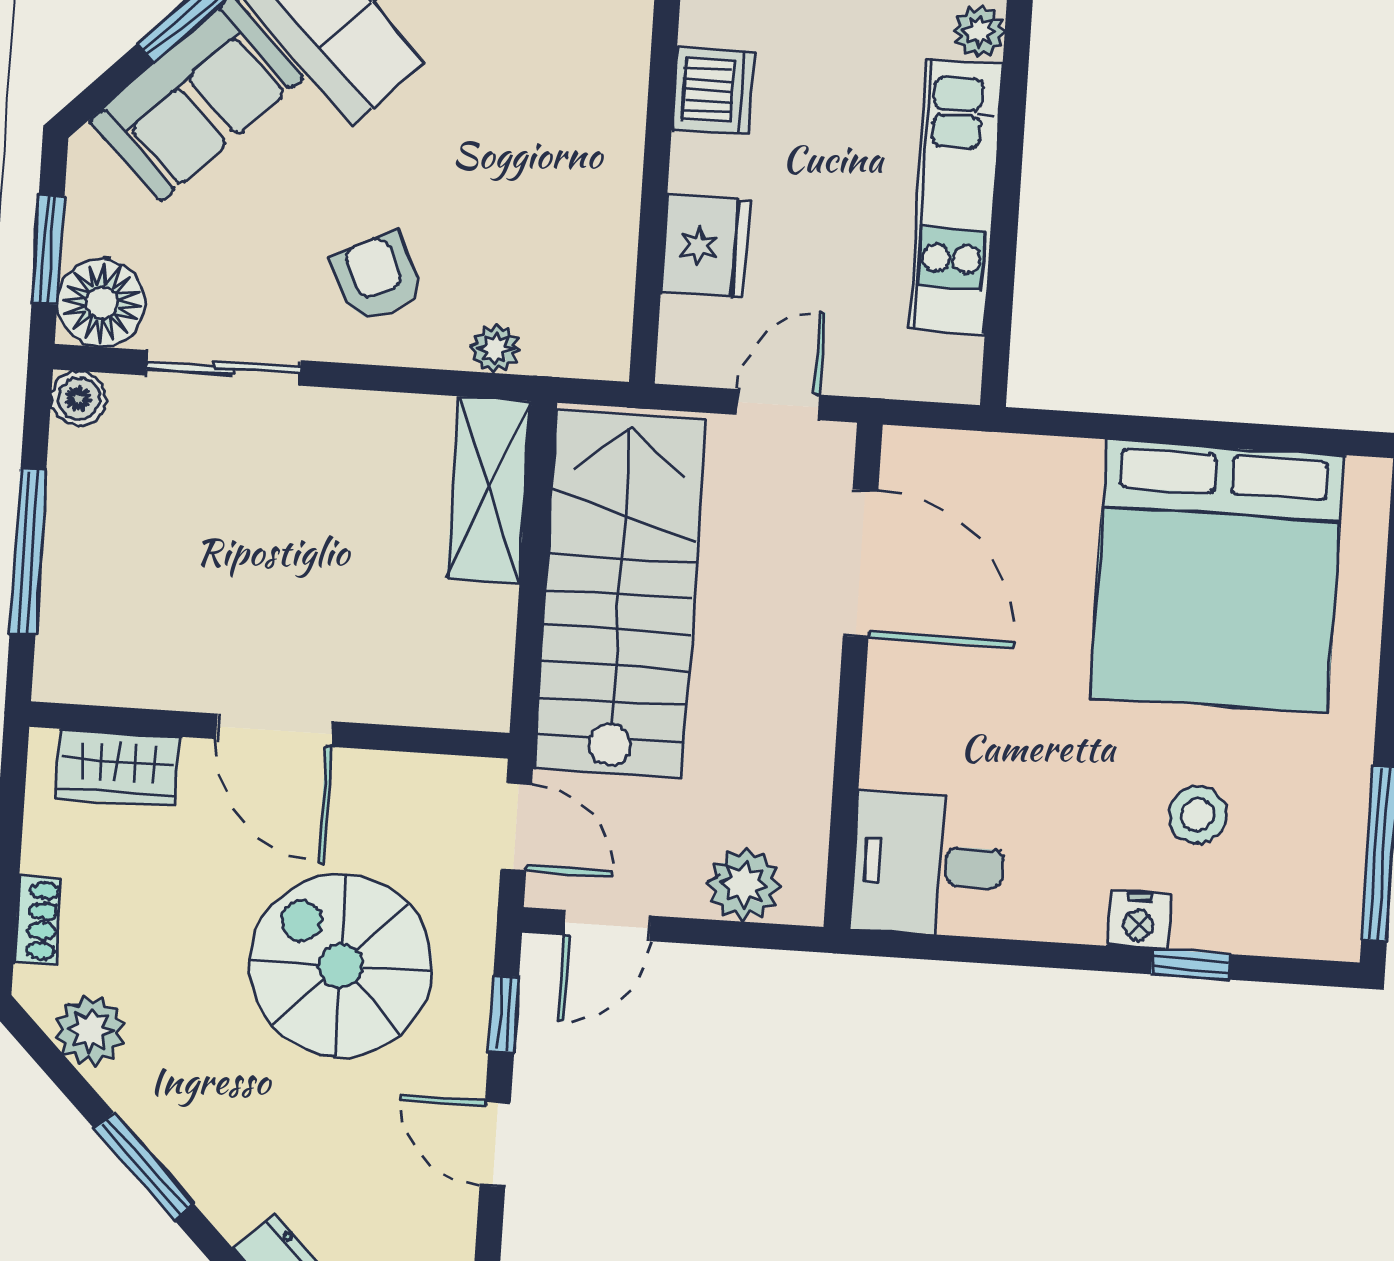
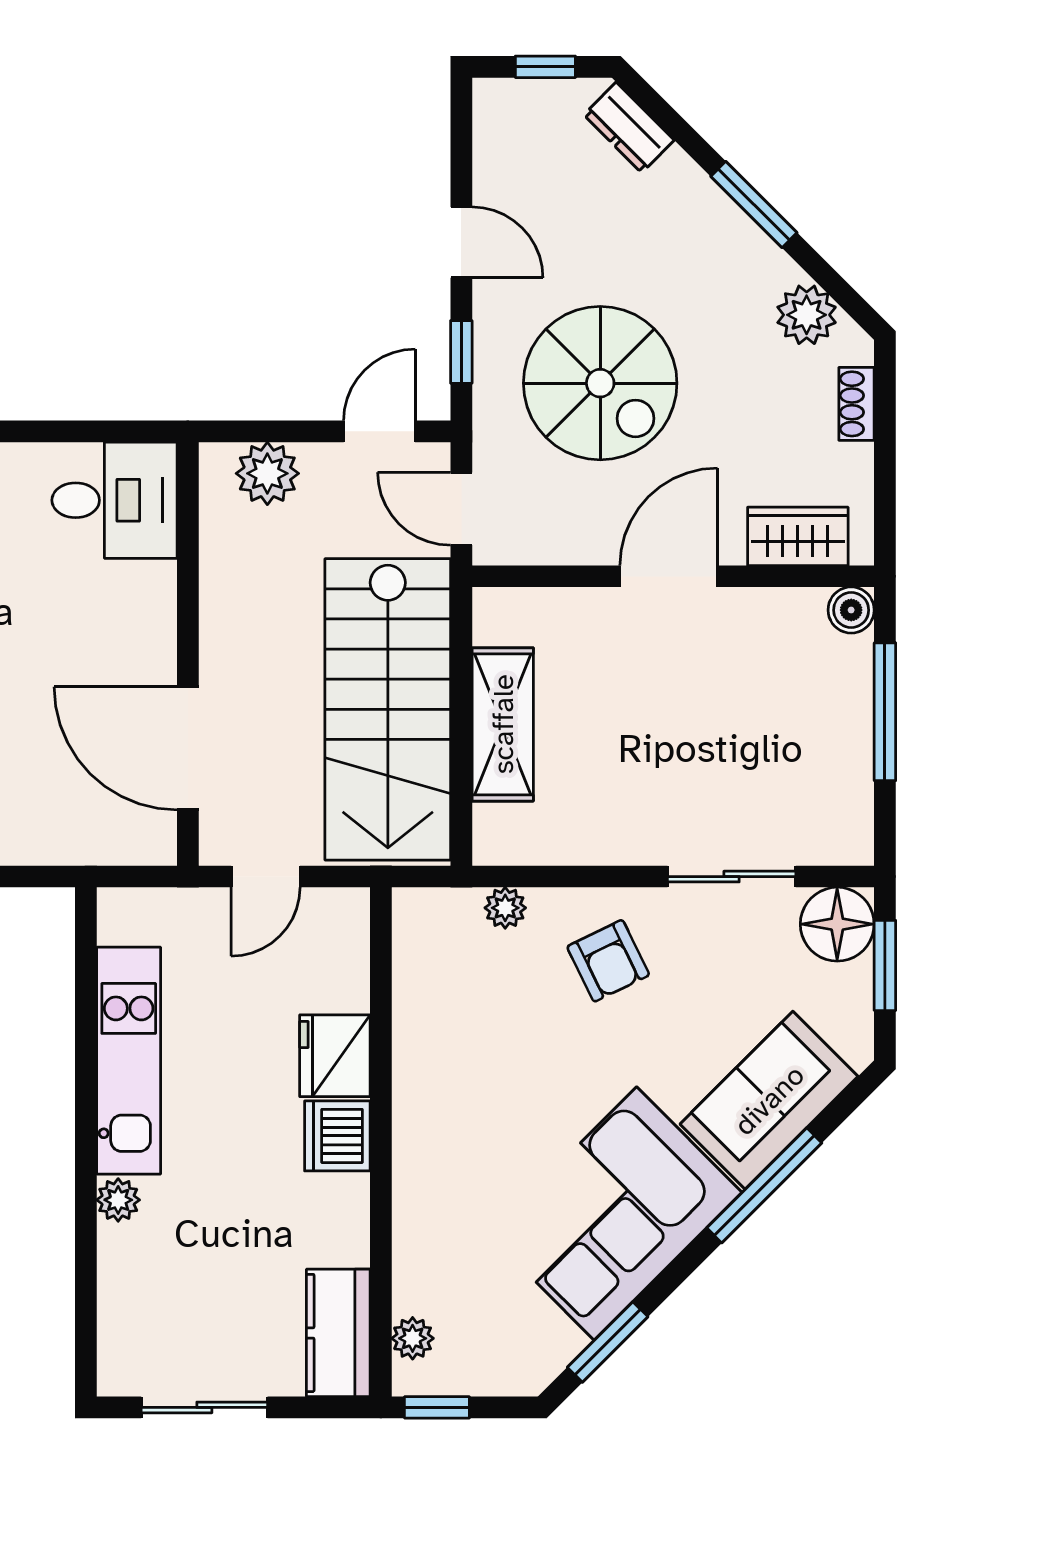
fridge: (706, 246) -> (335, 1056), moved
boiler: (79, 399) -> (851, 610), moved
shelving: (489, 490) -> (503, 724), moved
door: (275, 730) -> (669, 576), hinge flipped

